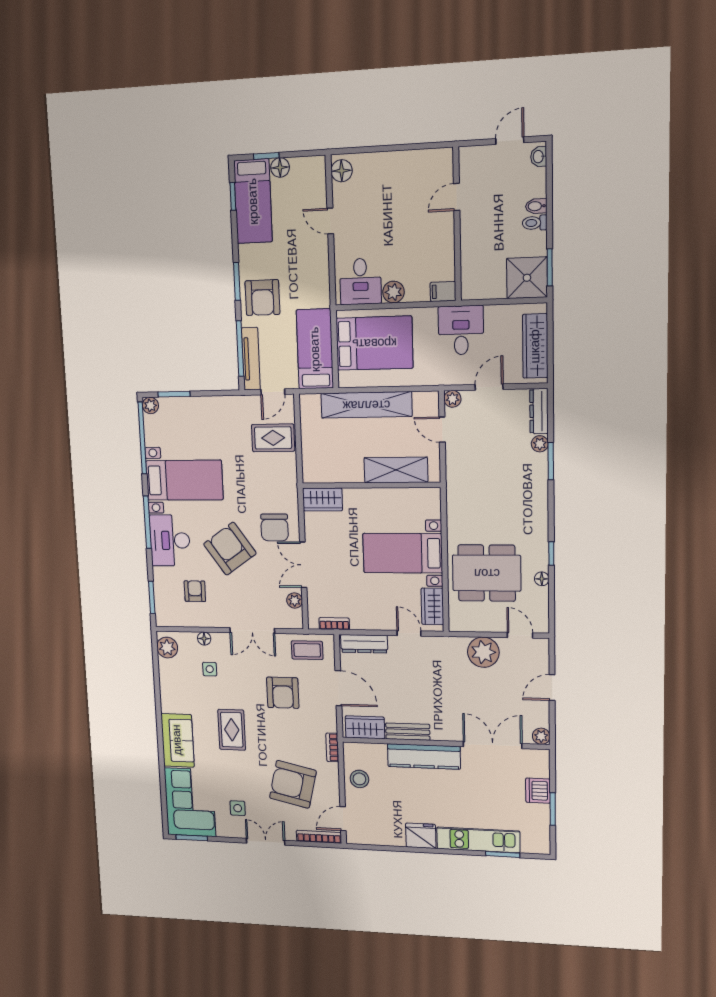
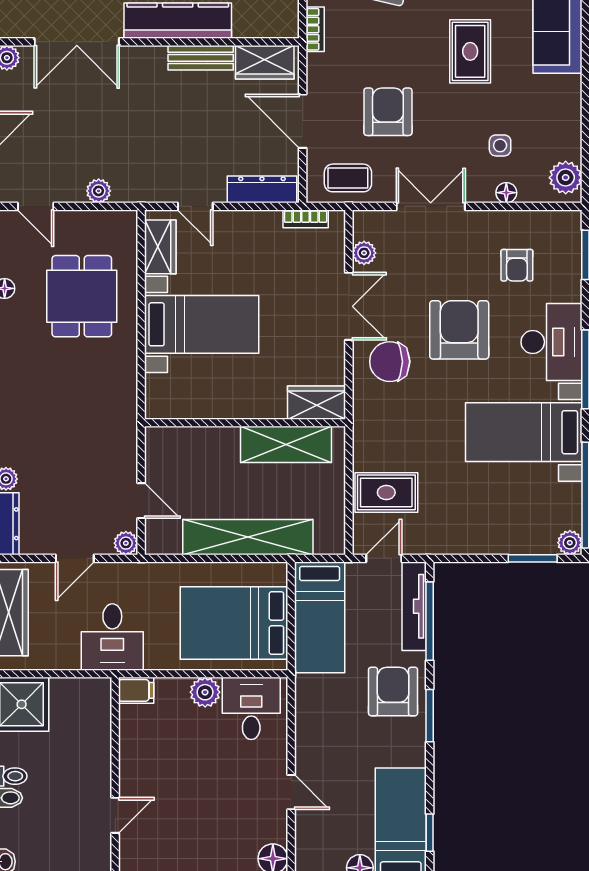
shelving: (396, 470) -> (286, 444), moved
chair: (275, 528) -> (390, 362), turned -90
armchair: (230, 549) -> (459, 330), turned -145
dining table: (487, 573) -> (82, 296), width x0.73
plant: (483, 652) -> (99, 191), width x0.53, depth x0.53

